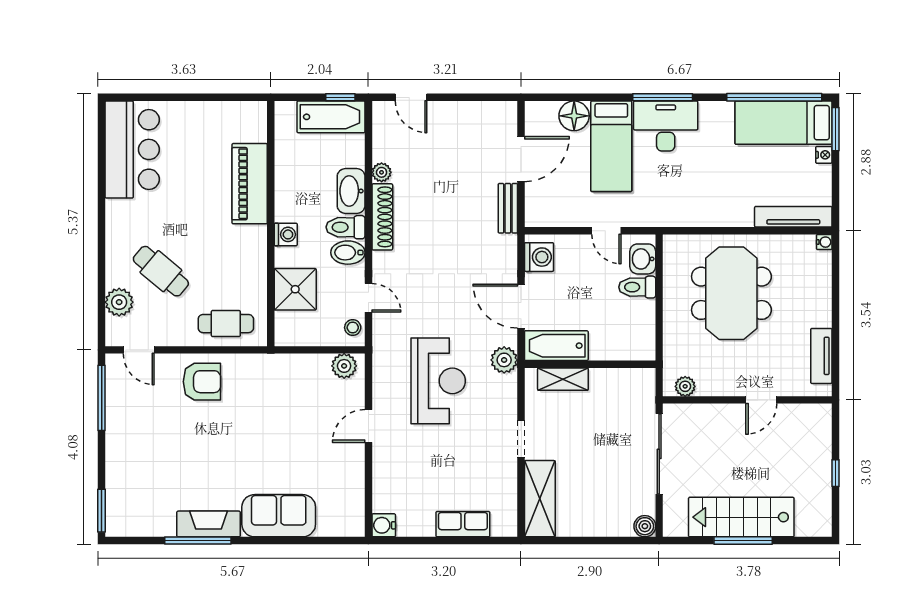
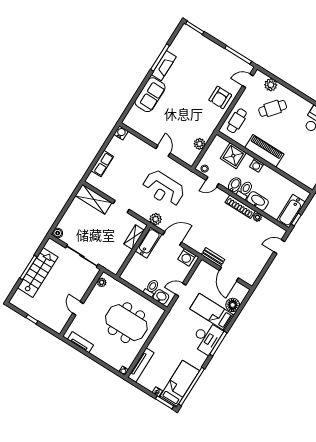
piano: (250, 184) -> (264, 151), moved
plant: (344, 366) -> (200, 144), moved

